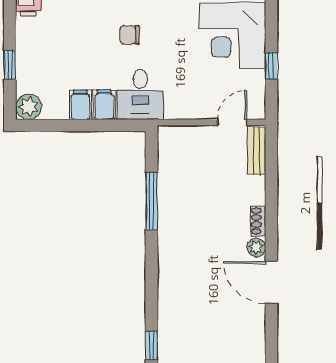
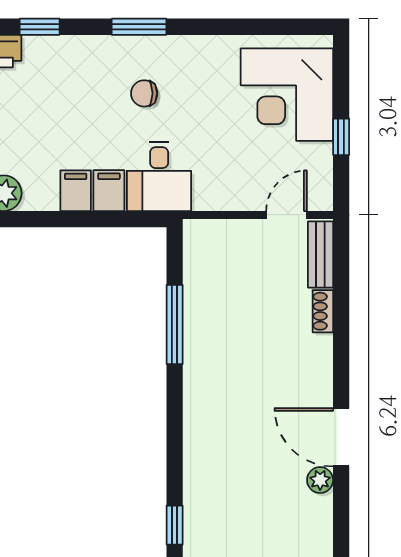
shoe rack: (258, 221) -> (323, 311), moved
plant: (256, 247) -> (320, 480), moved

